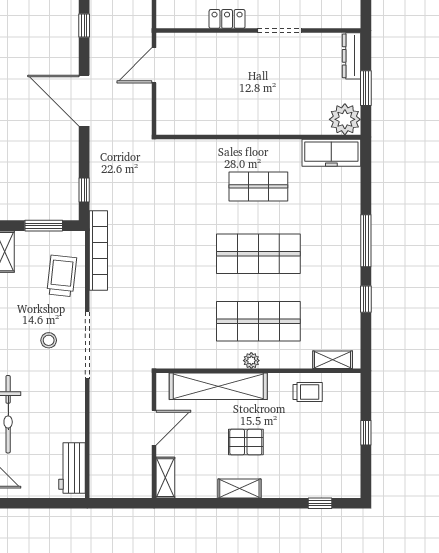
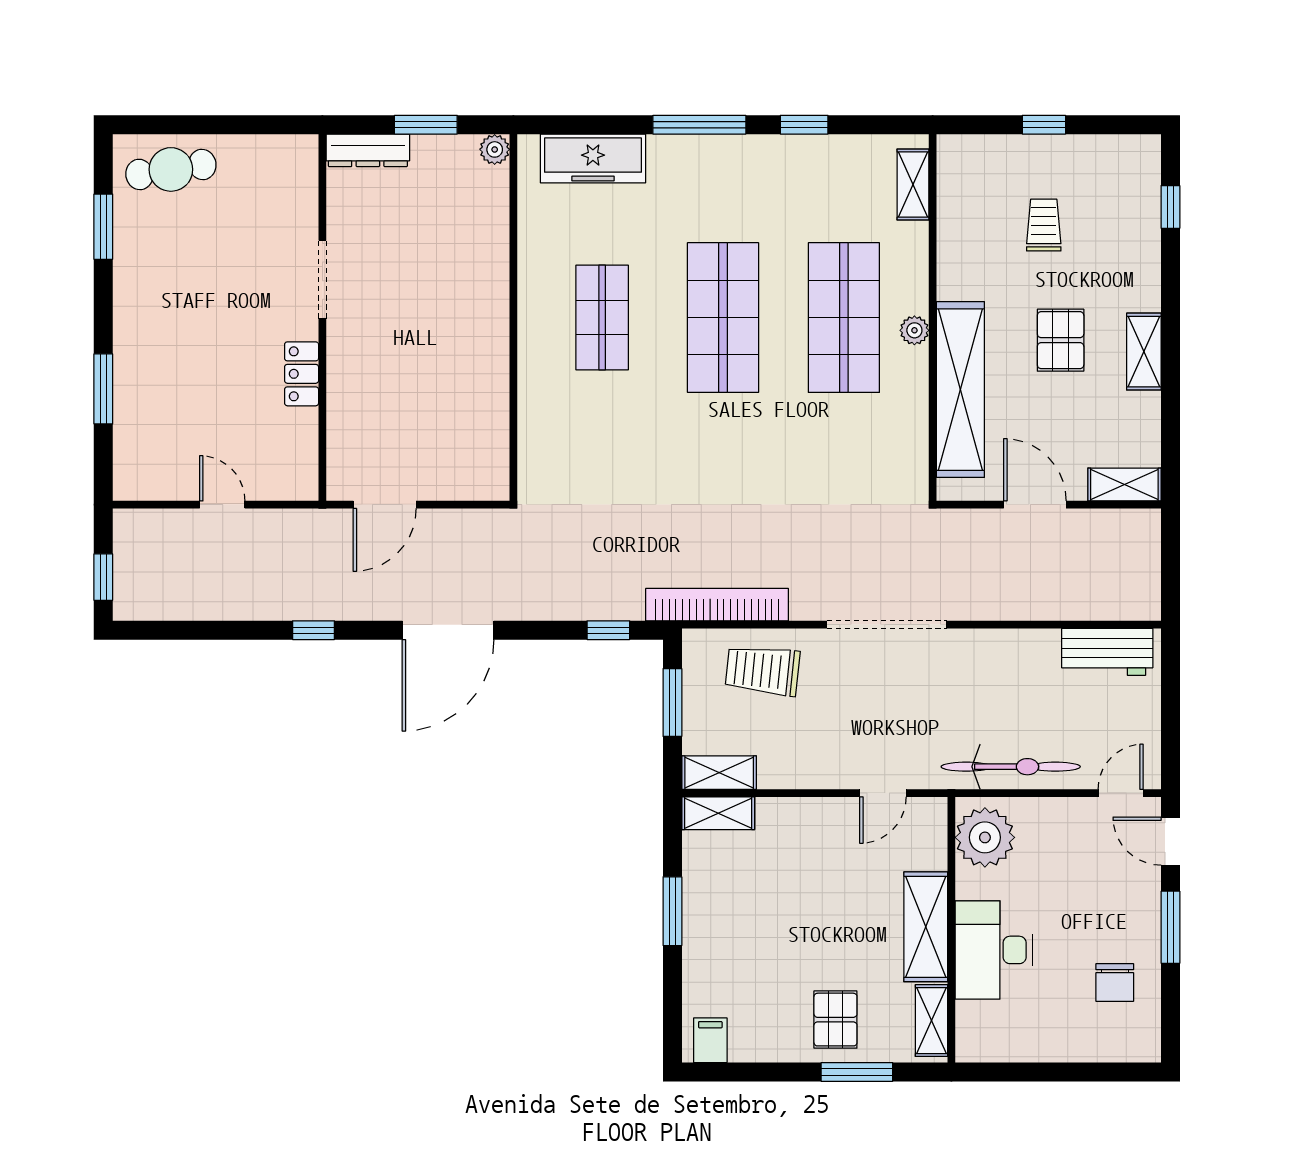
door: (154, 65) -> (385, 505), hinge flipped
plant: (345, 119) -> (495, 149), width x0.53, depth x0.53
freezer: (331, 153) -> (593, 158), moved, turned 90
stool: (49, 340) -> (878, 694), removed
trolley: (308, 392) -> (1044, 225), moved

